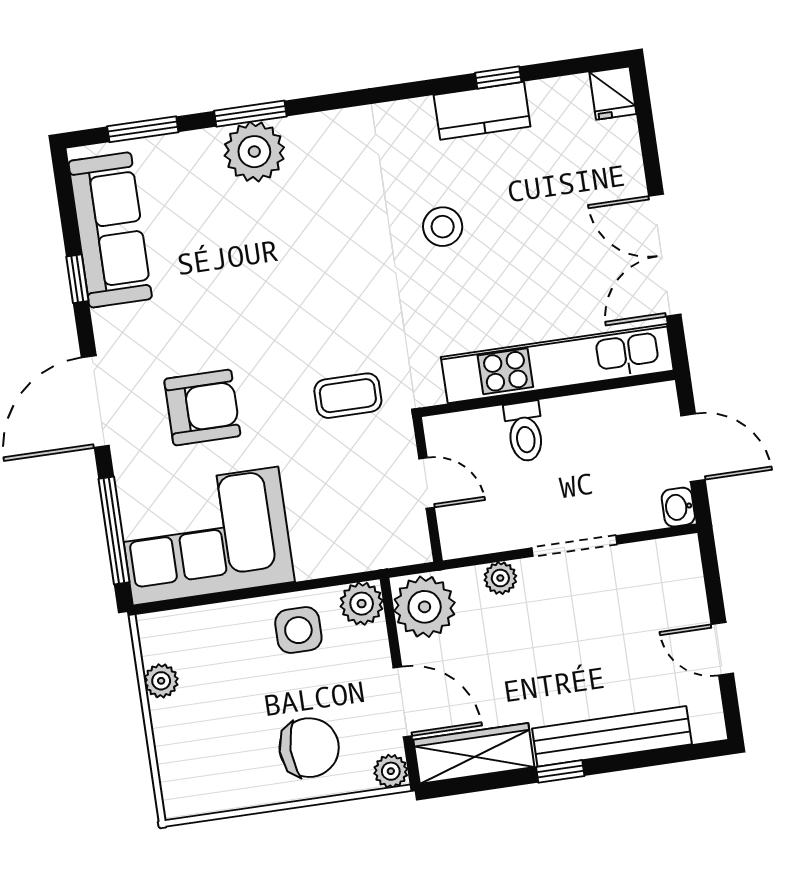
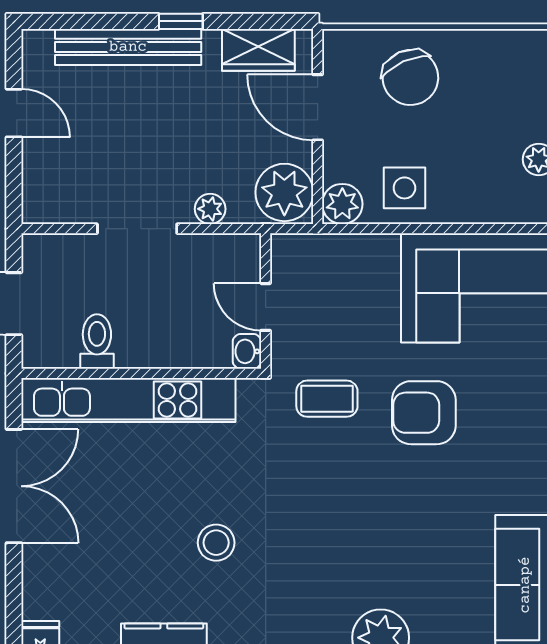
armchair: (202, 407) -> (424, 413), moved
toilet: (525, 431) -> (97, 342), moved
washbasin: (678, 507) -> (247, 351), moved, turned 180
chair: (309, 748) -> (410, 77), turned -114
wardrobe: (474, 753) -> (258, 50), width x0.67
plant: (391, 771) -> (338, 45), removed

